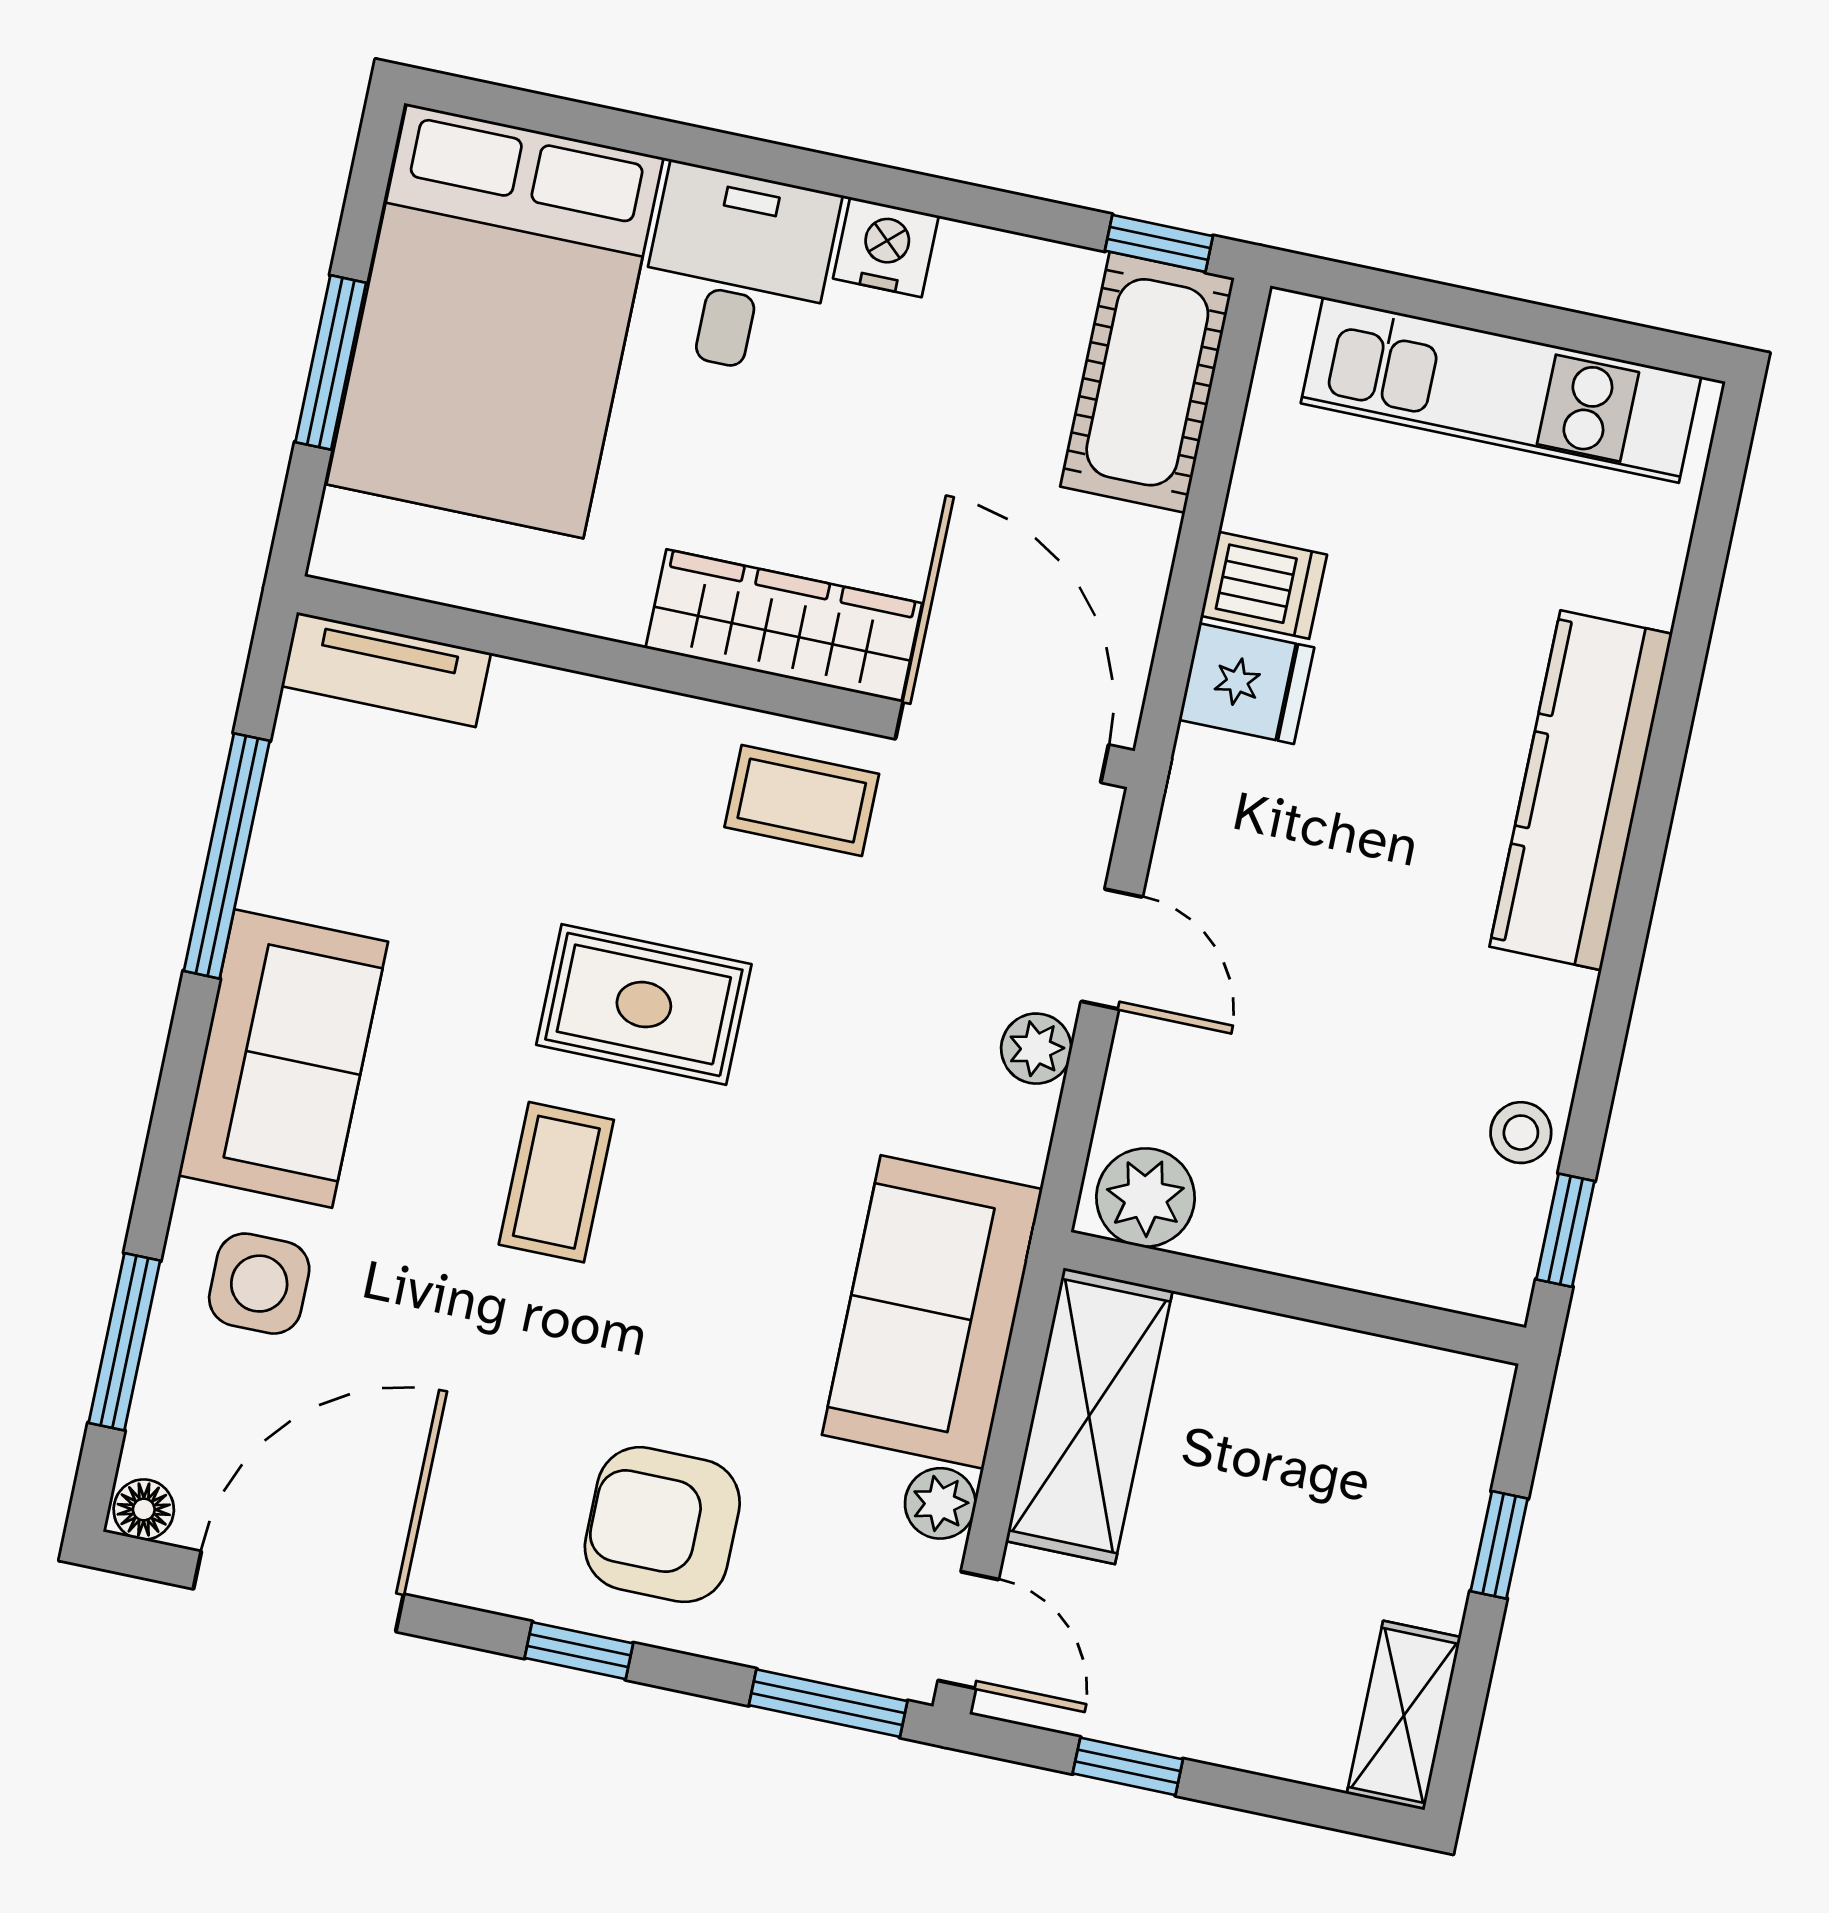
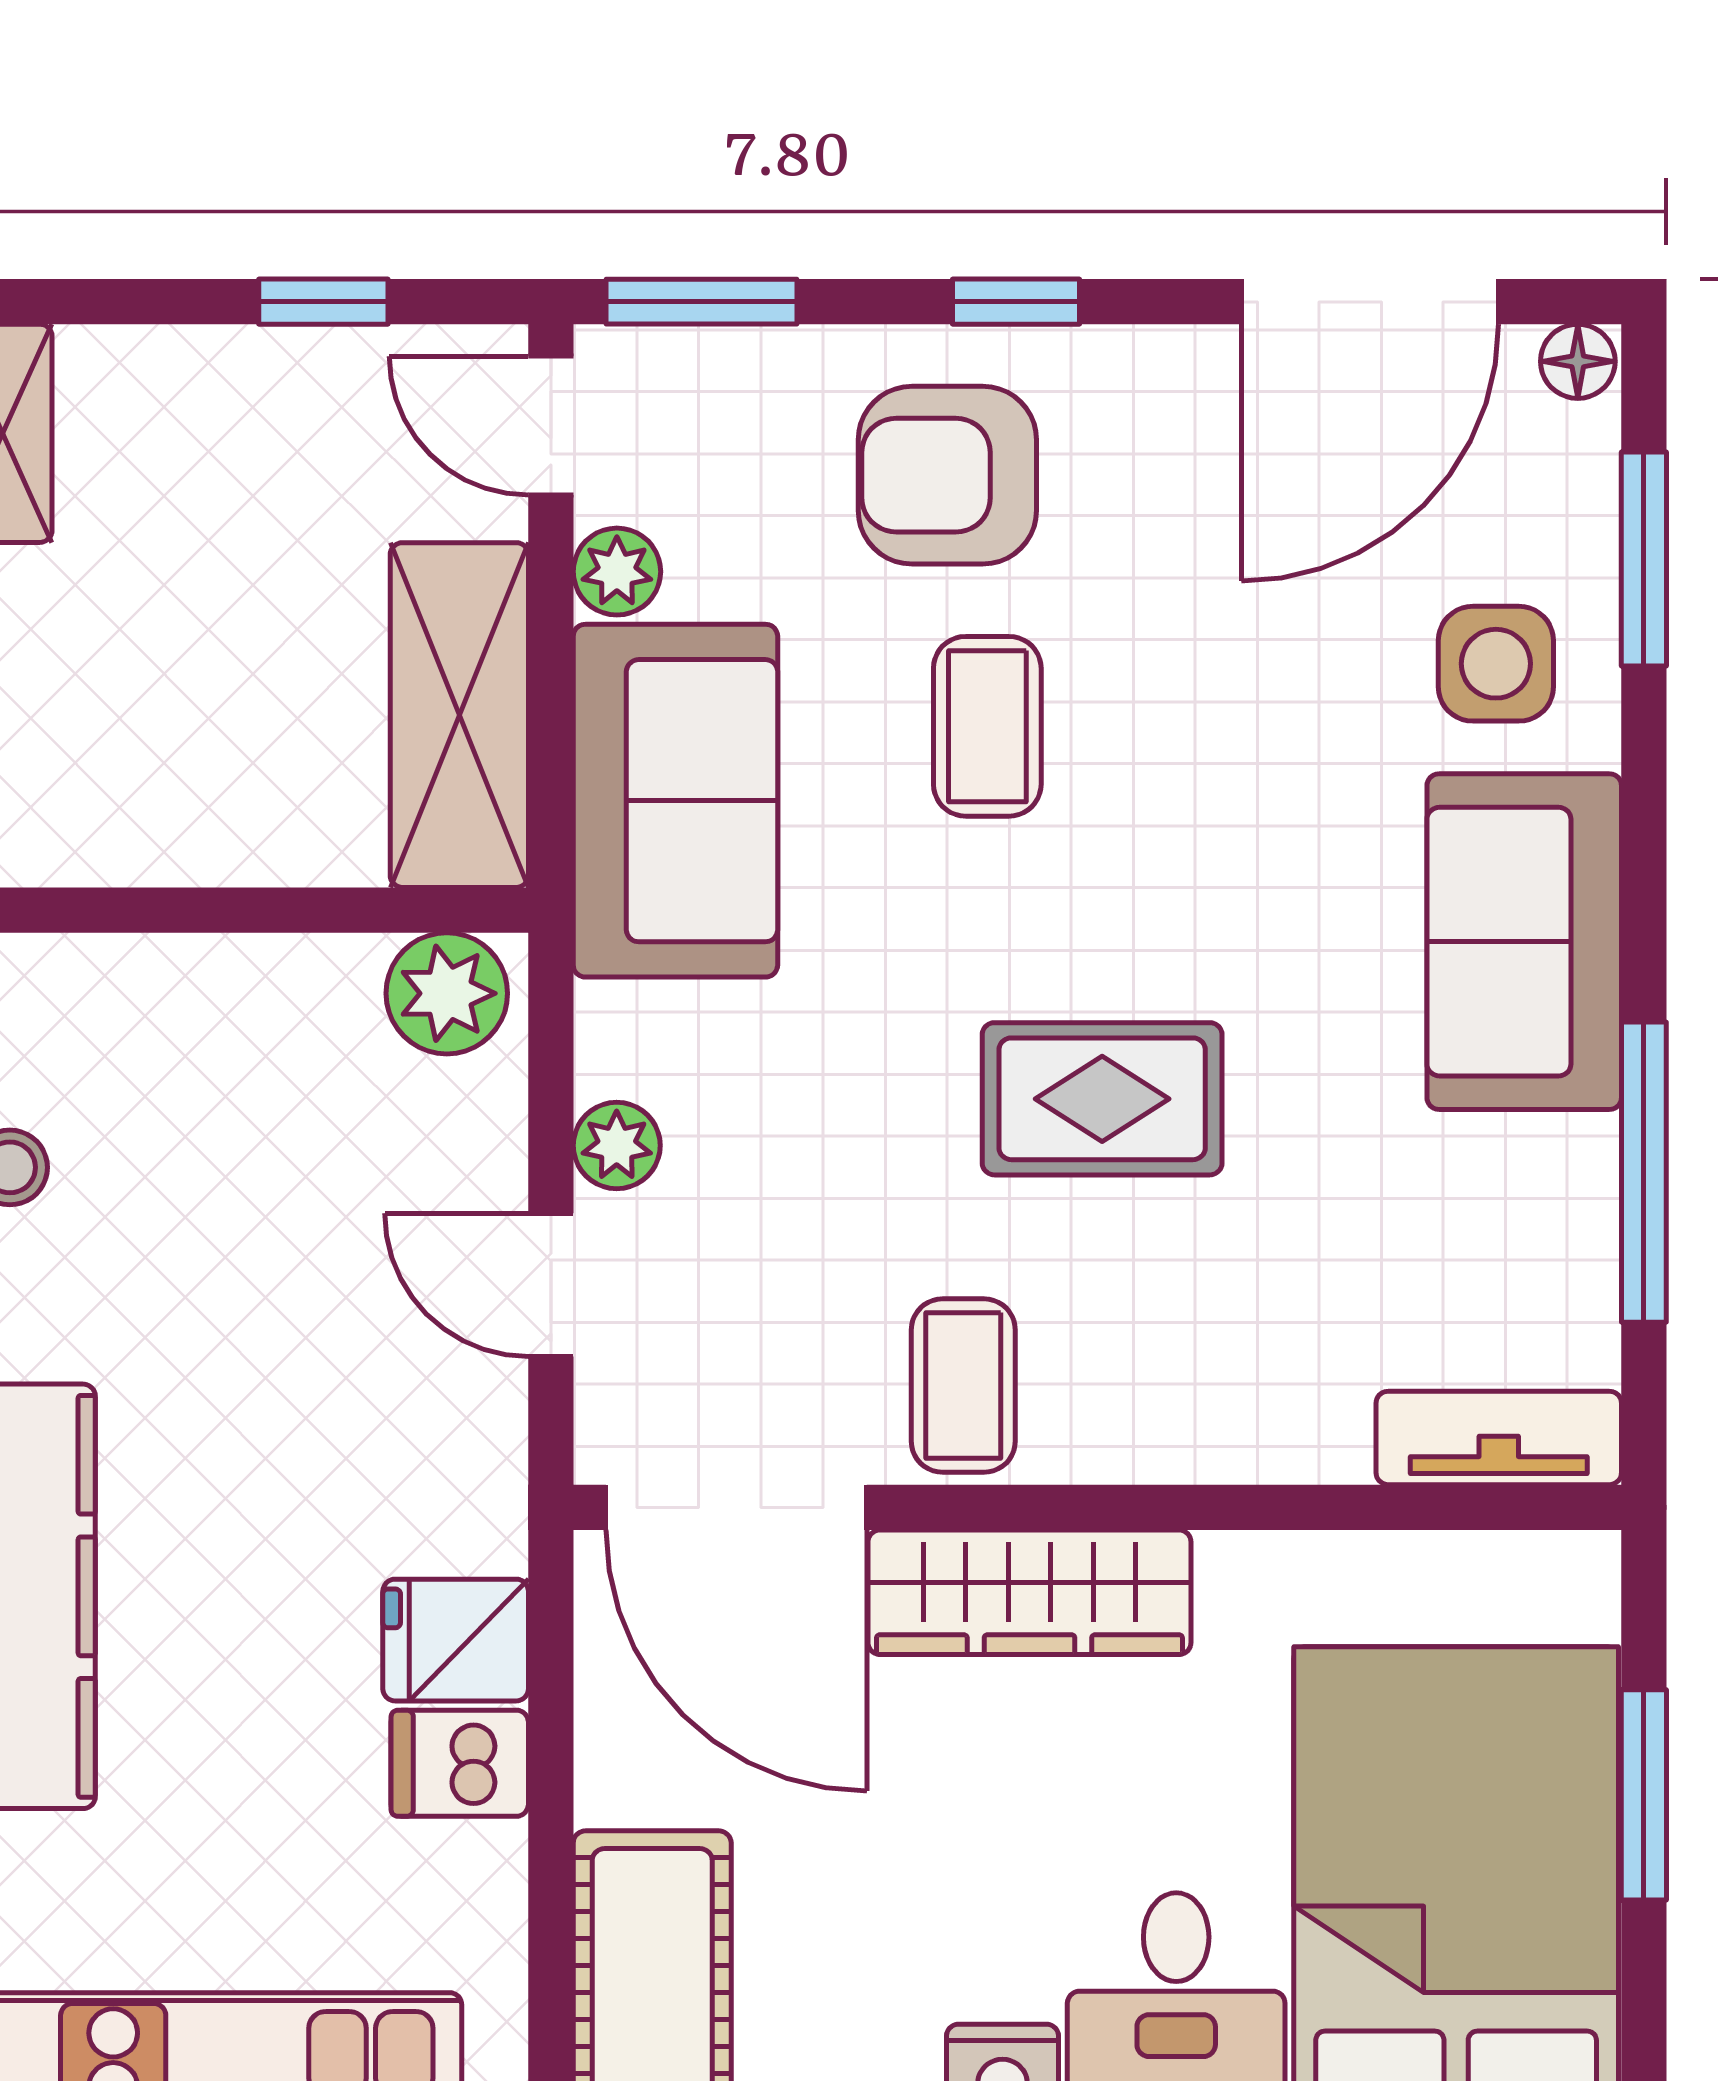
coffee table: (802, 800) -> (963, 1386), turned 90
coffee table: (556, 1182) -> (987, 726), moved
armchair: (662, 1525) -> (947, 475), turned 180

